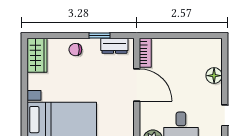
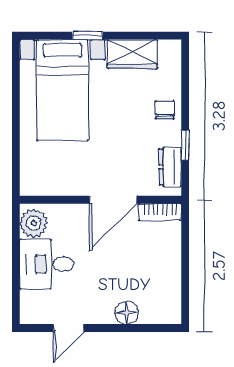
wardrobe: (37, 55) -> (132, 54), moved
window: (24, 102) -> (88, 36), added

